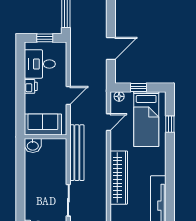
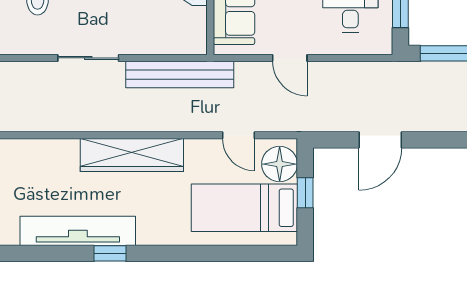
door: (111, 48) -> (380, 140), hinge flipped
floor lamp: (119, 96) -> (280, 164), width x1.89, depth x1.89
window: (170, 124) -> (110, 253), moved

